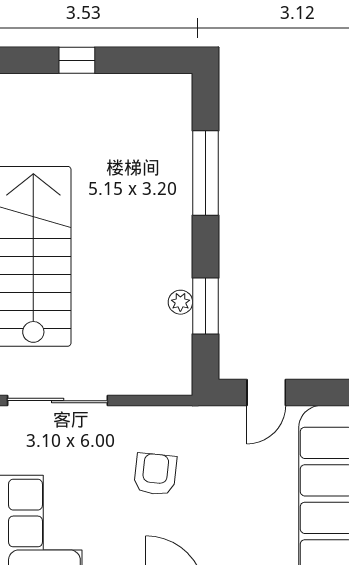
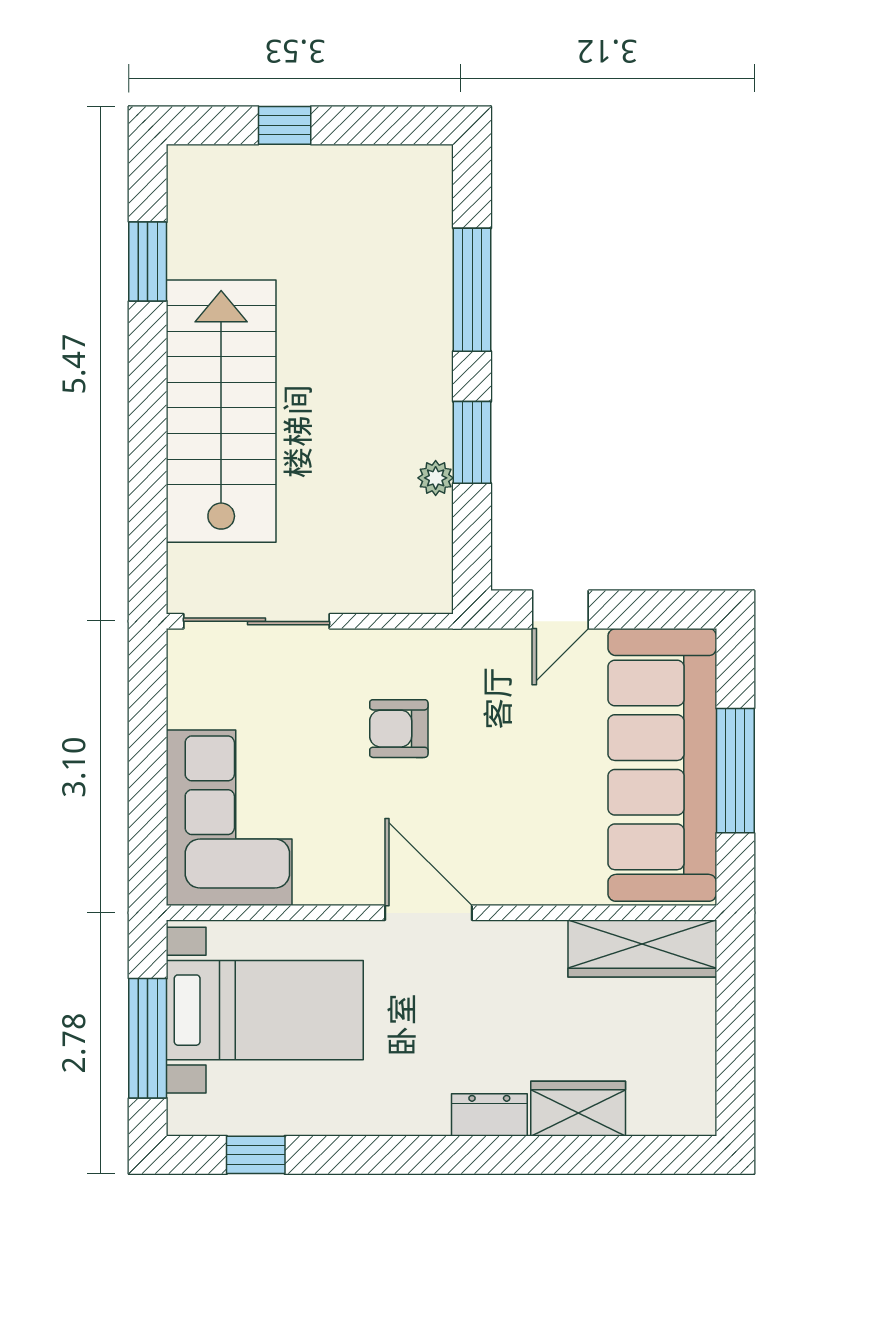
window: (205, 306) -> (472, 442), moved
armchair: (155, 474) -> (399, 729), turned -96

